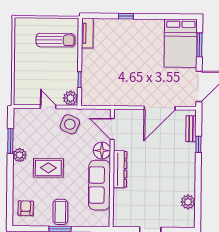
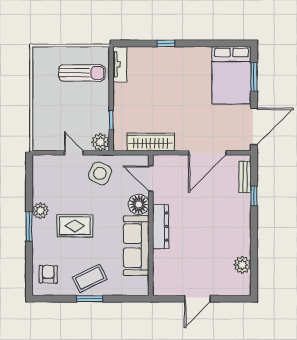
wardrobe: (112, 98) -> (151, 142), added
window: (10, 141) -> (29, 226), moved
coffee table: (60, 212) -> (90, 278), turned 64

